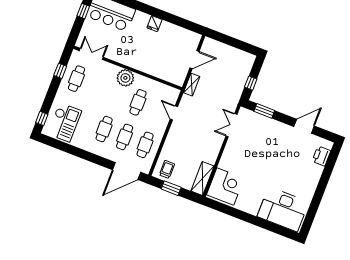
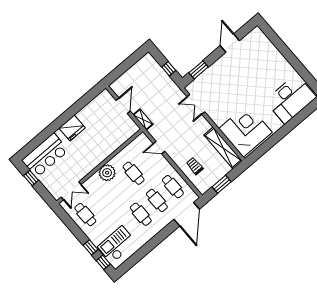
fridge: (155, 24) -> (72, 128), width x1.88, depth x1.34
double door: (91, 54) -> (71, 191), swing flipped
window: (60, 71) -> (91, 247), moved
checkout: (65, 122) -> (117, 245), turned -90
printer: (321, 156) -> (263, 42), removed
trolley: (167, 169) -> (195, 166), moved
shelving: (202, 179) -> (223, 148), width x1.47
corner desk: (225, 186) -> (245, 130), width x1.36, depth x1.36

